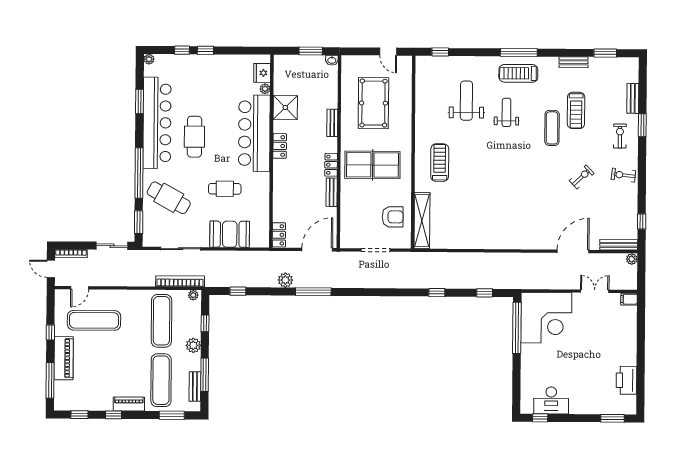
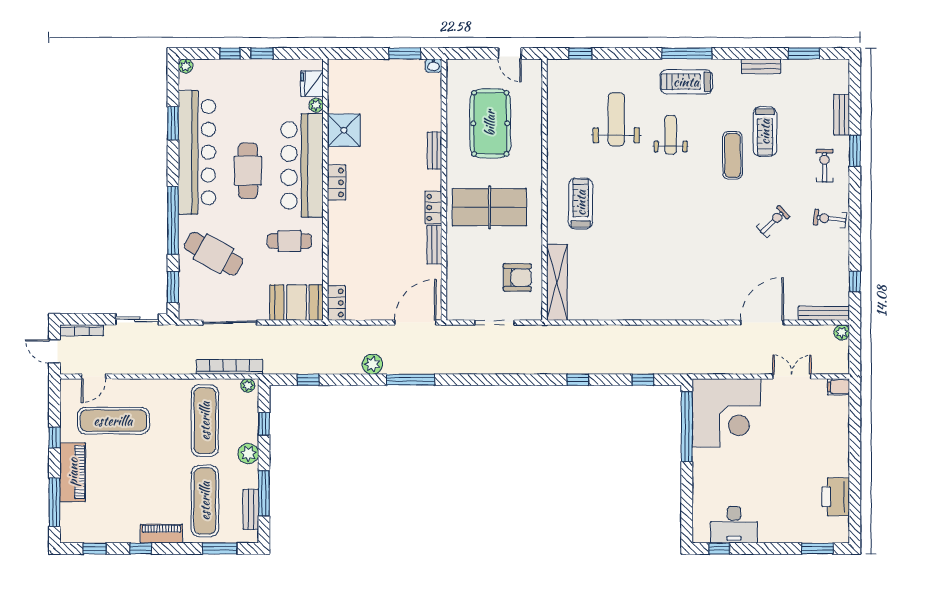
fridge: (262, 73) -> (312, 84), moved
plant: (265, 89) -> (316, 105), moved
shower: (285, 107) -> (344, 130), moved
bar counter: (254, 133) -> (302, 165), moved
locker: (280, 146) -> (336, 182), moved
wall: (271, 151) -> (325, 190), moved
locker: (279, 235) -> (336, 303), moved

